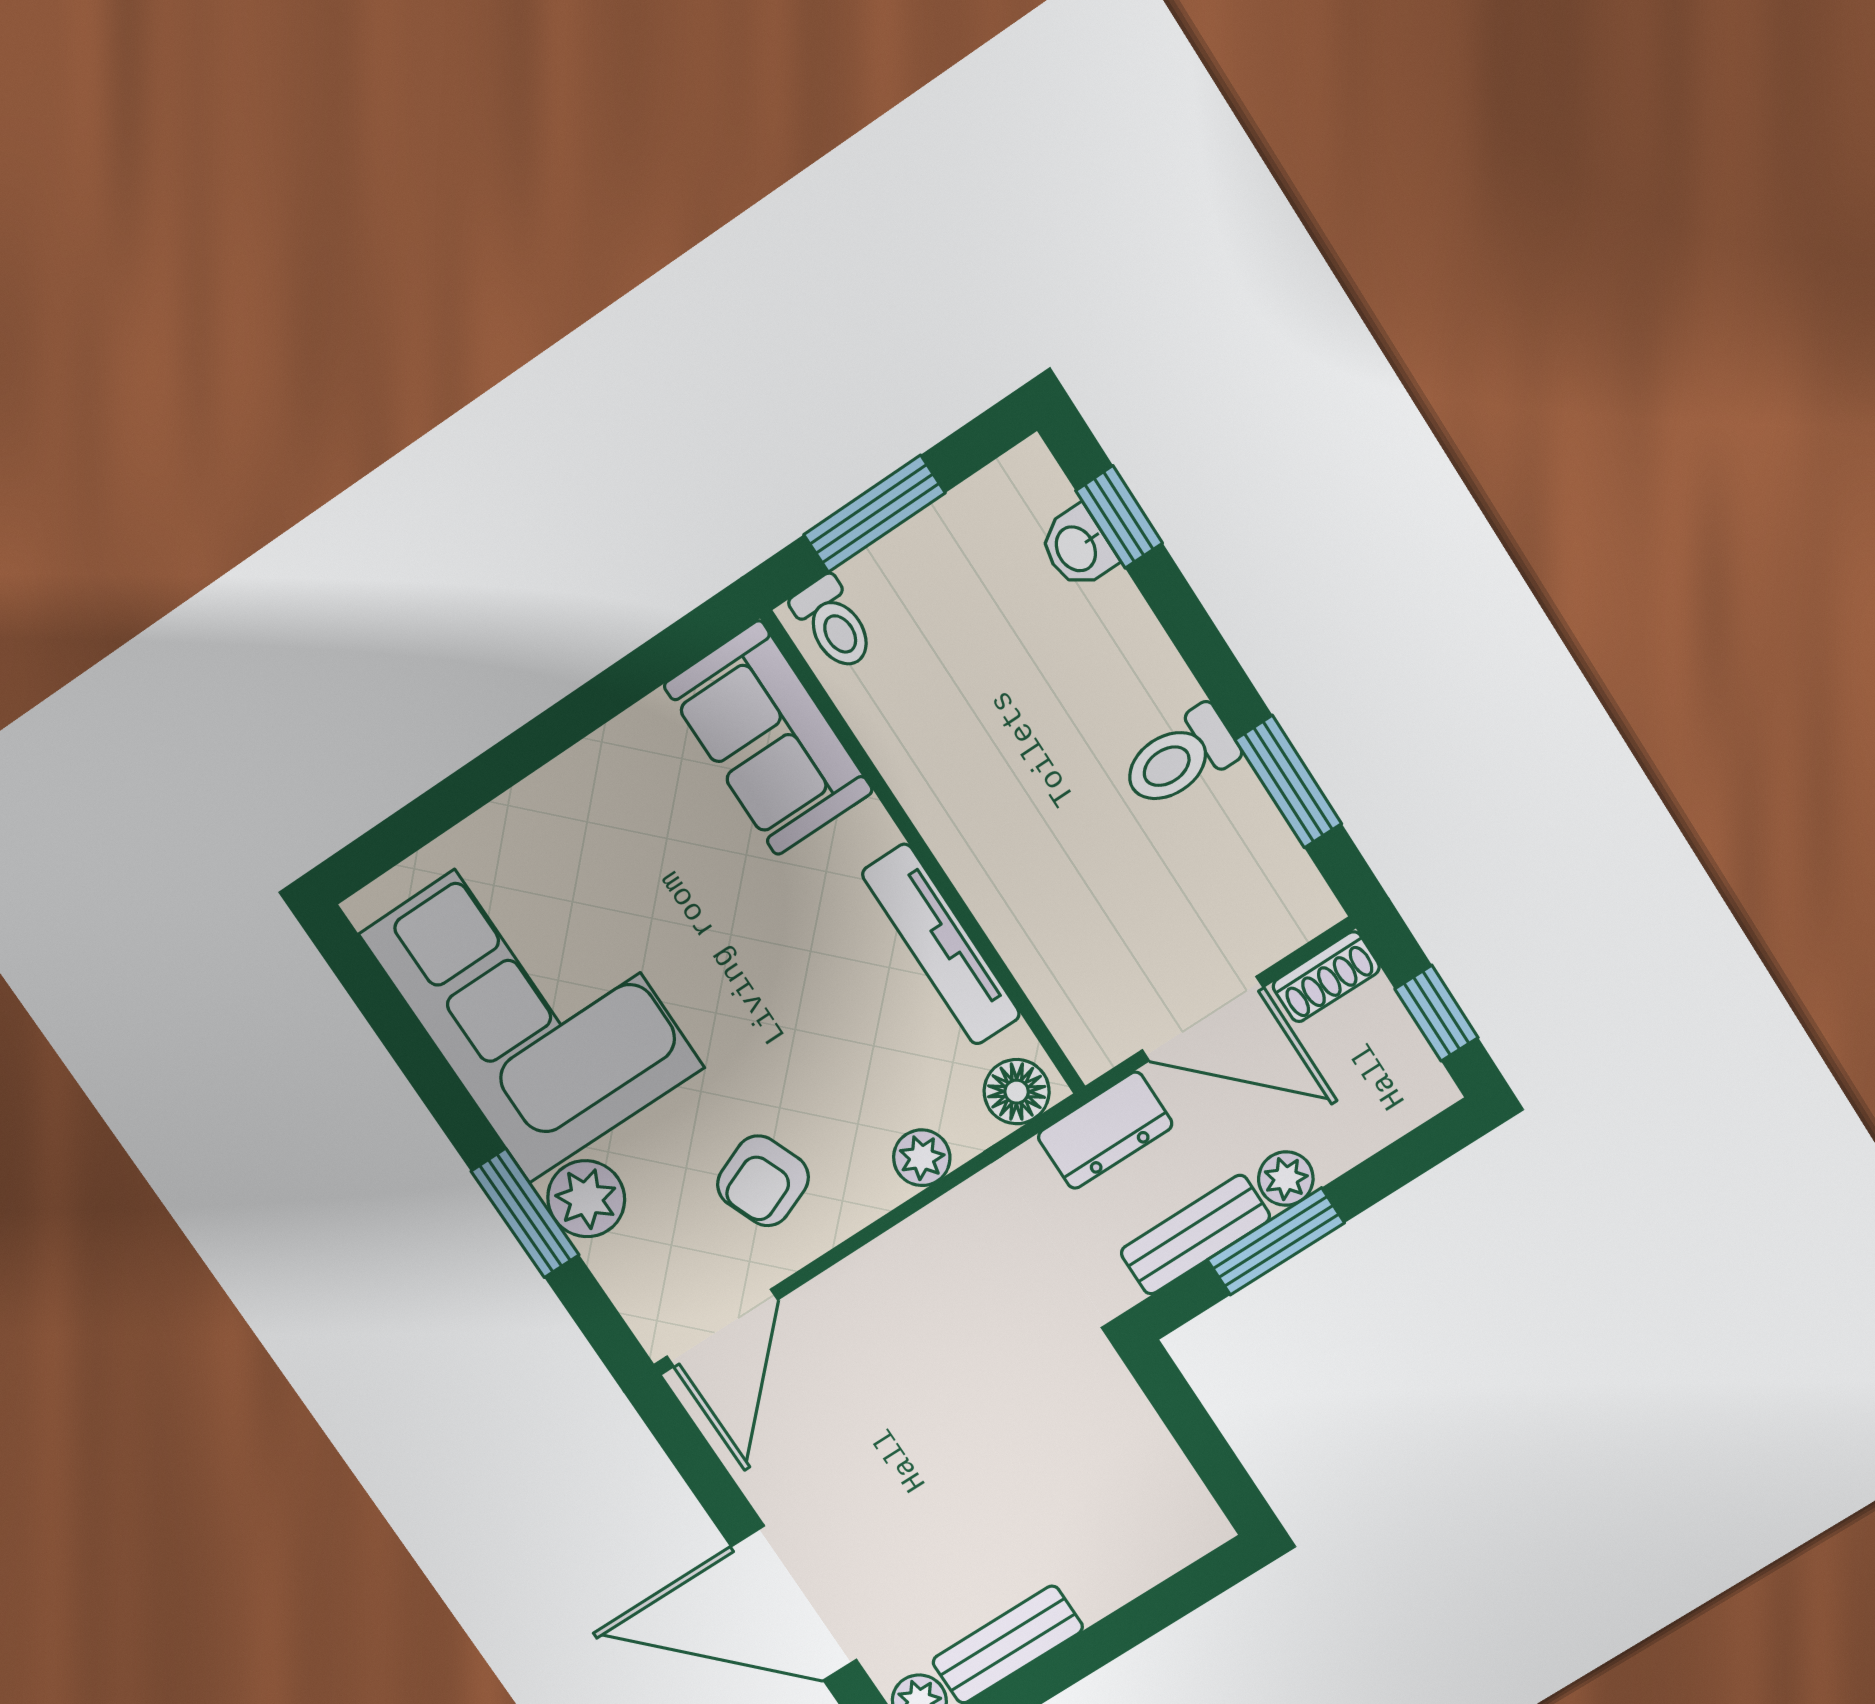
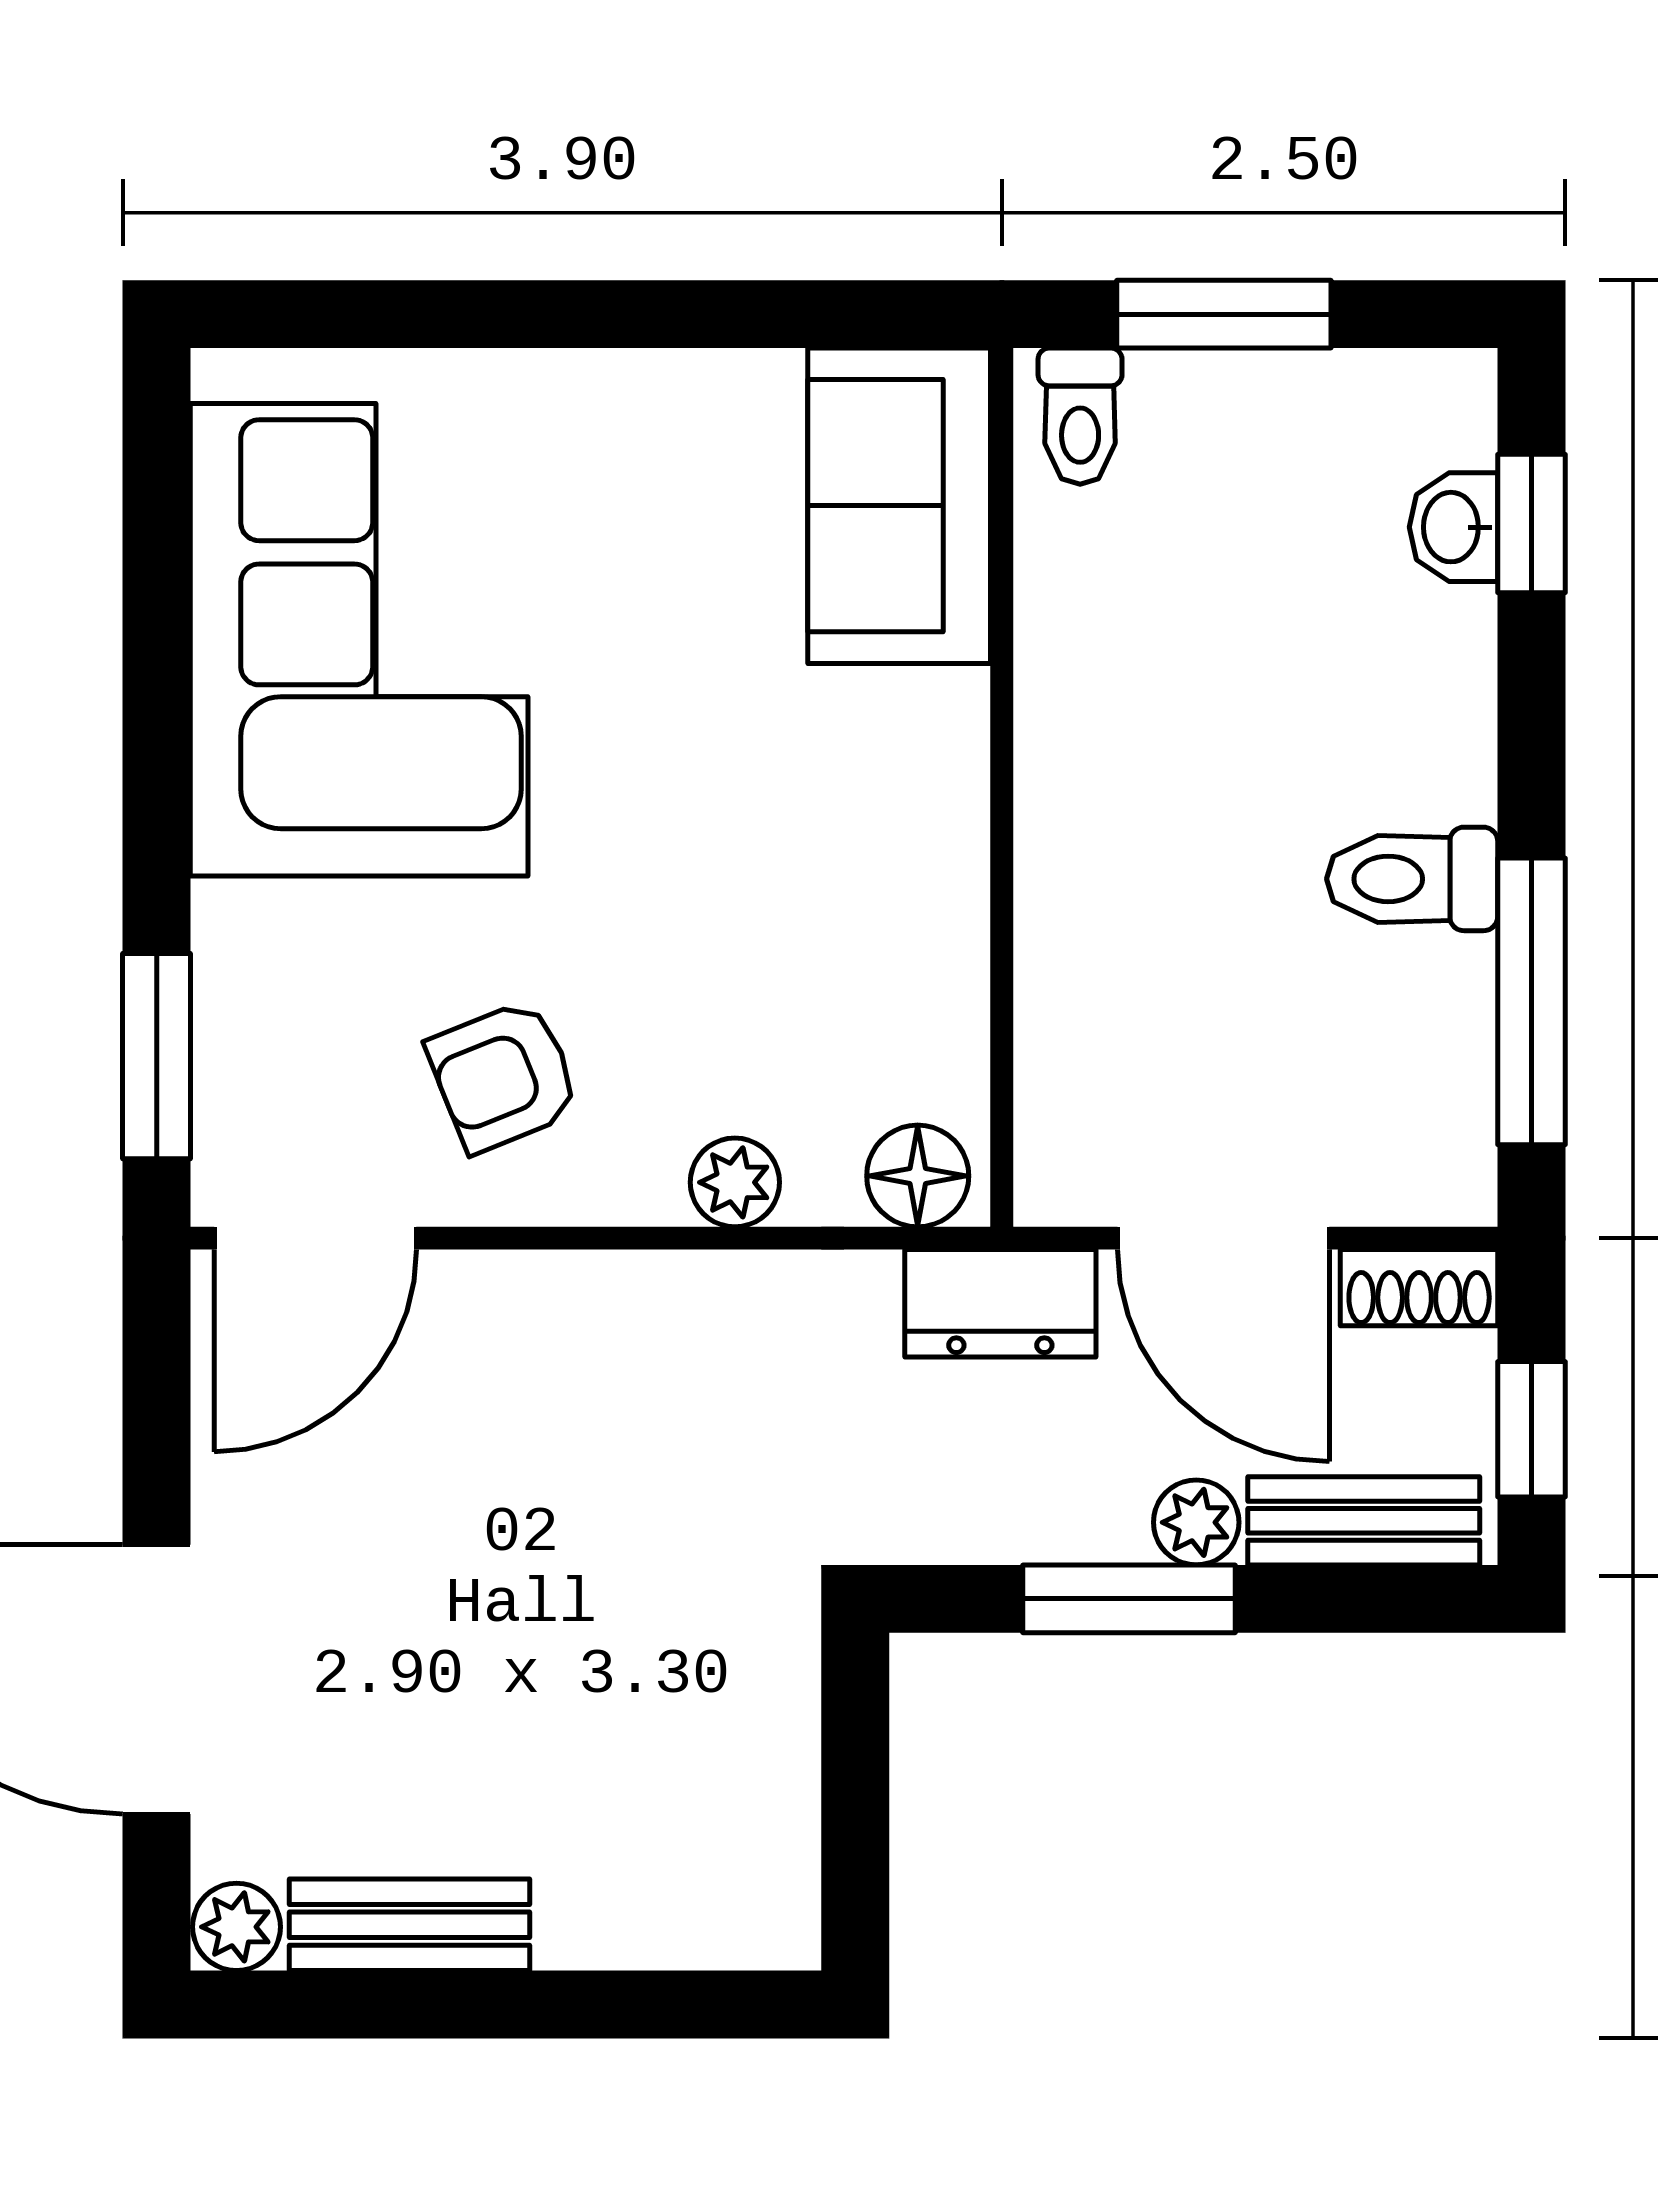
window: (1288, 782) -> (1531, 1001), width x1.44
tv unit: (941, 944) -> (946, 918), removed
plant: (586, 1199) -> (252, 947), removed
window: (525, 1213) -> (157, 1056), moved
bench: (1195, 1235) -> (1364, 1521), moved

